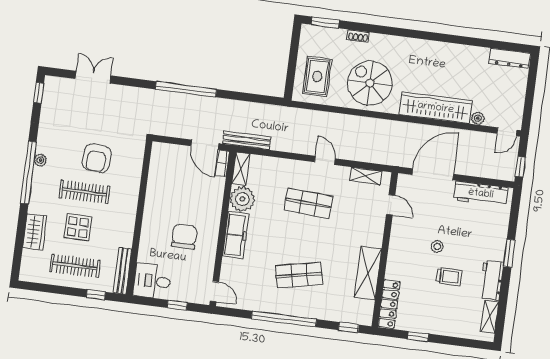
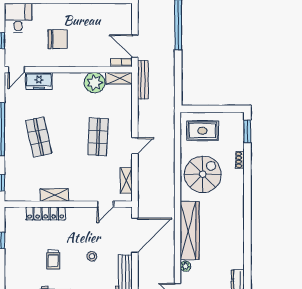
door: (205, 145) -> (135, 46), hinge flipped
door: (433, 174) -> (135, 235), hinge flipped
freezer: (236, 235) -> (39, 81), moved, width x0.71
stool: (437, 246) -> (92, 256), moved
shelving: (368, 273) -> (54, 195), width x0.67, depth x0.75
locker: (389, 304) -> (46, 213), moved

